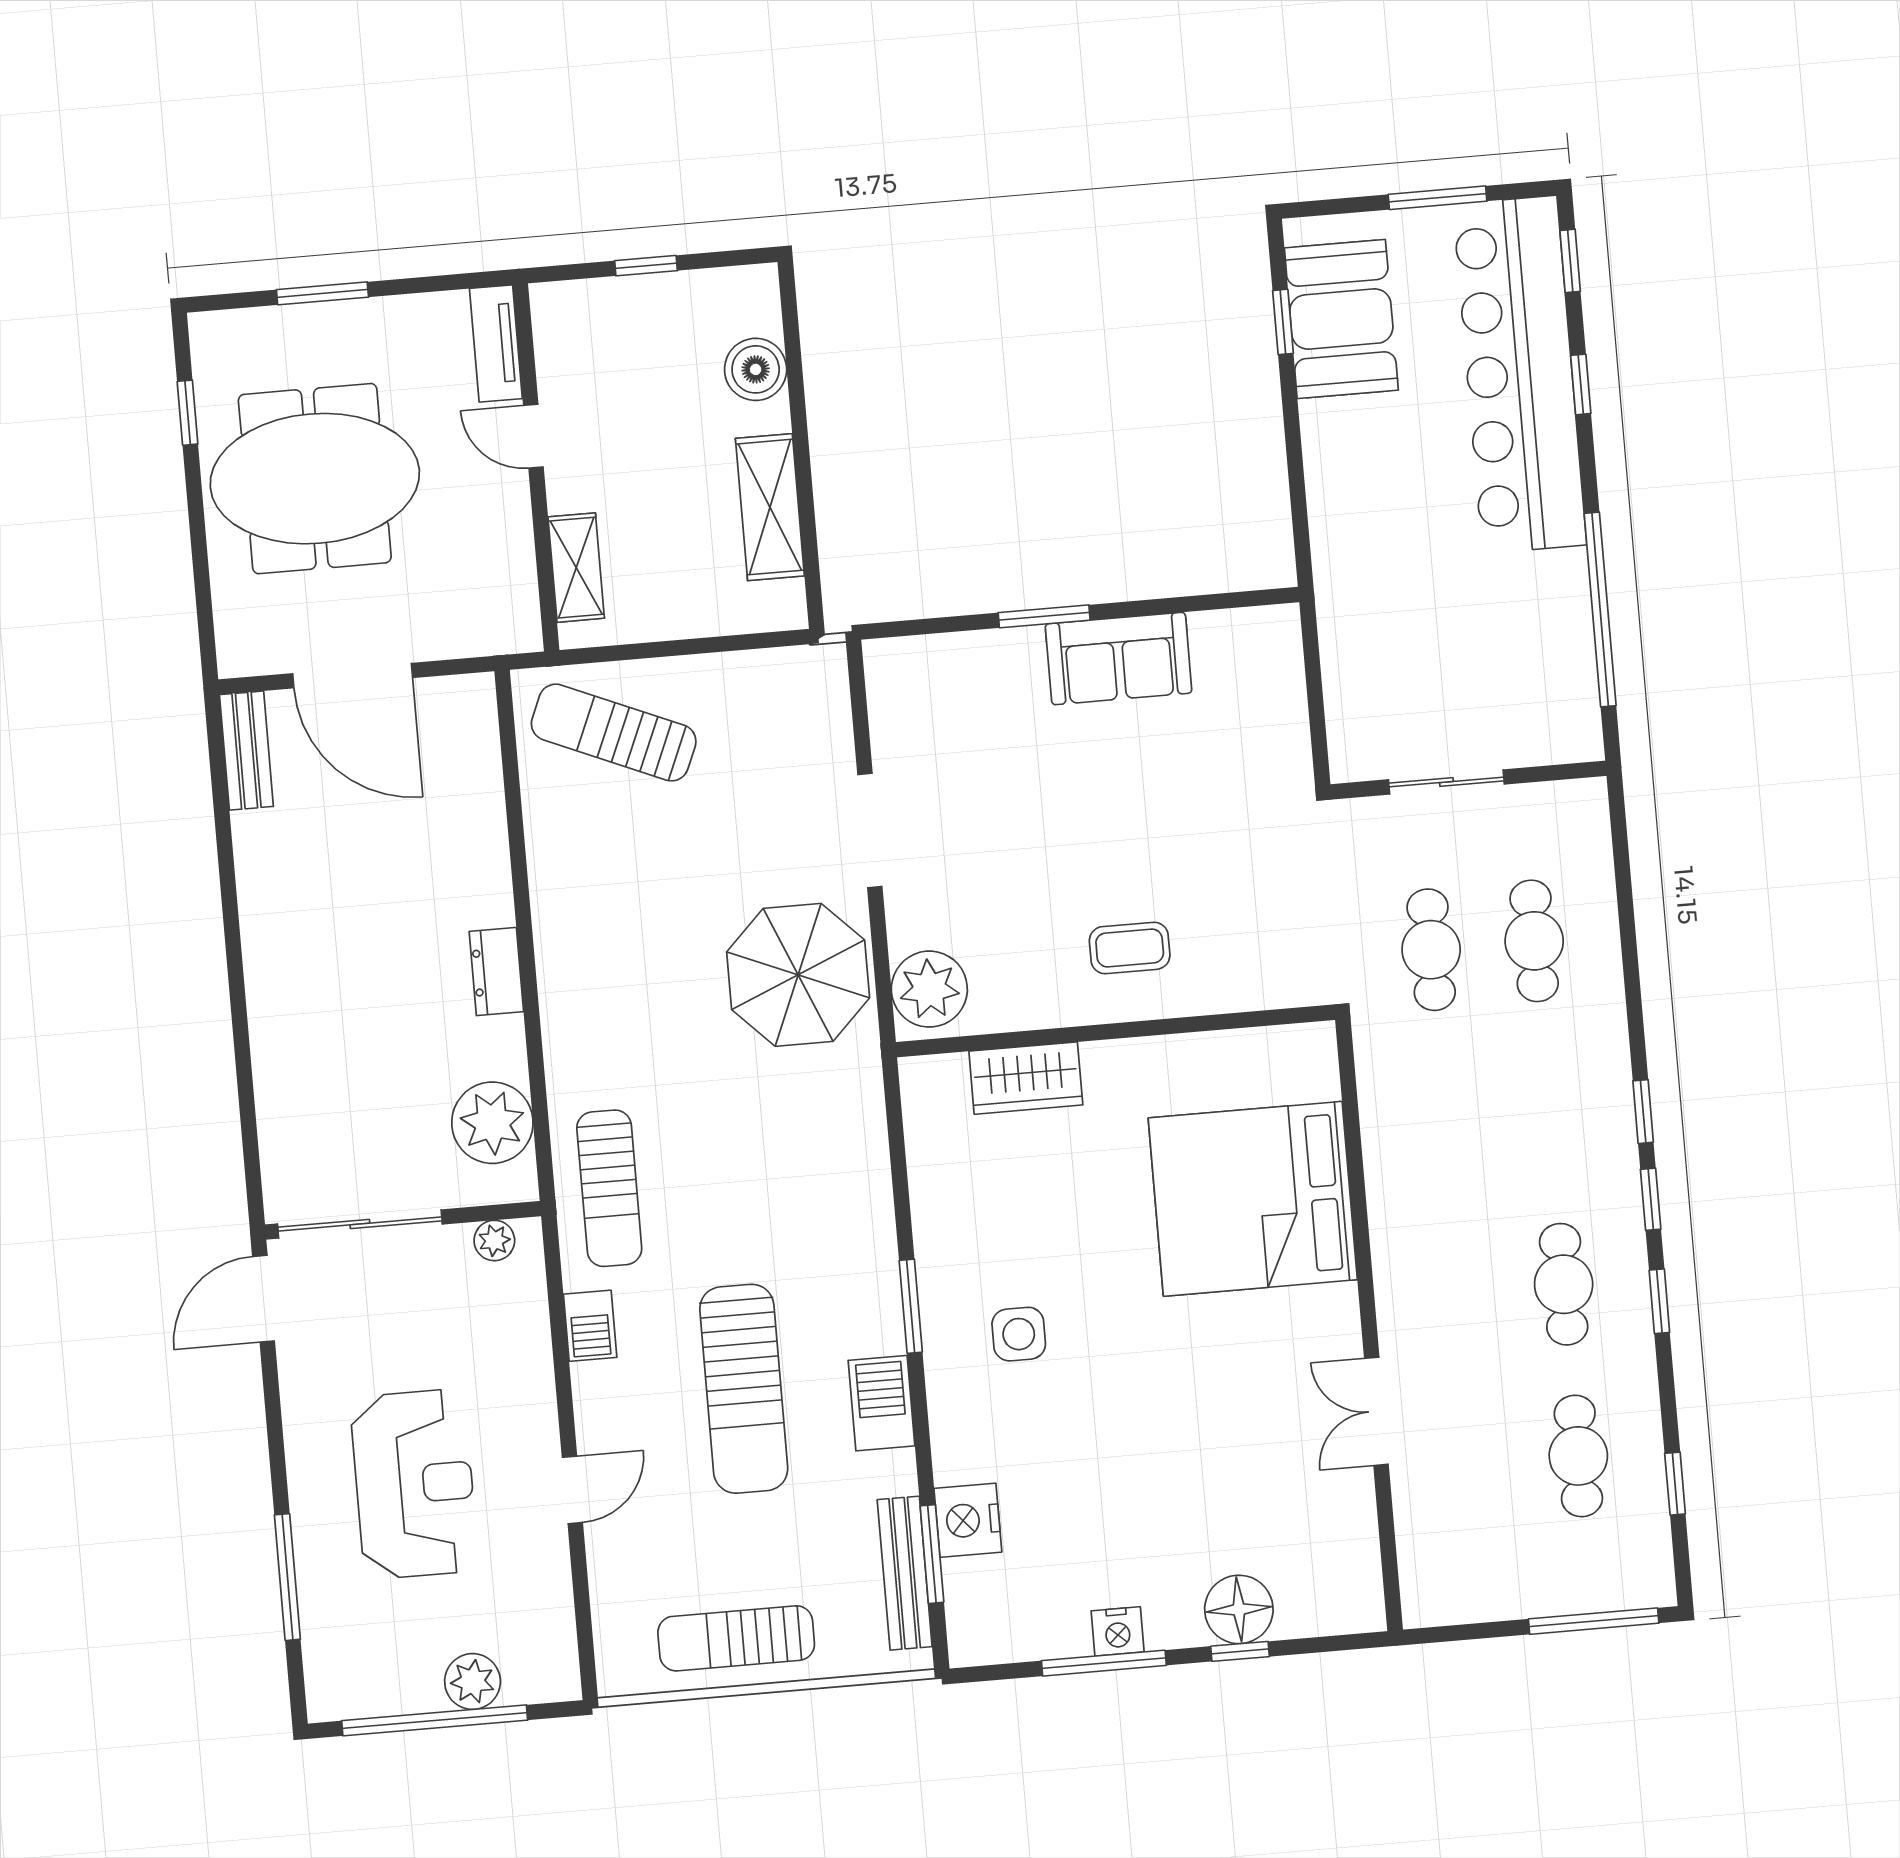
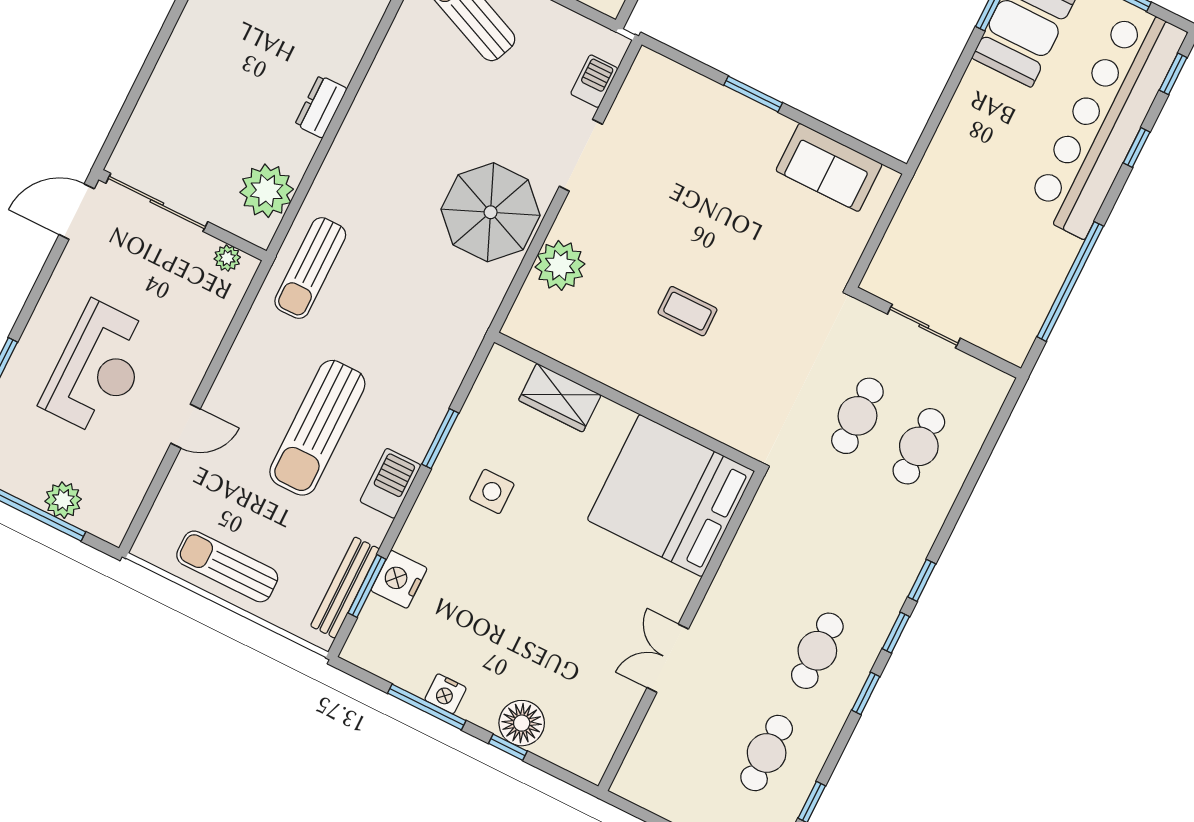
sofa: (1119, 658) -> (829, 167), moved
wall: (1115, 1031) -> (627, 402), moved
wardrobe: (1026, 1078) -> (560, 398), moved
barbecue: (590, 1326) -> (594, 81), moved, turned 180

